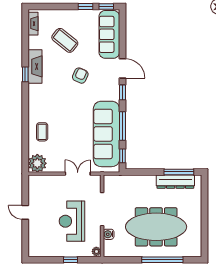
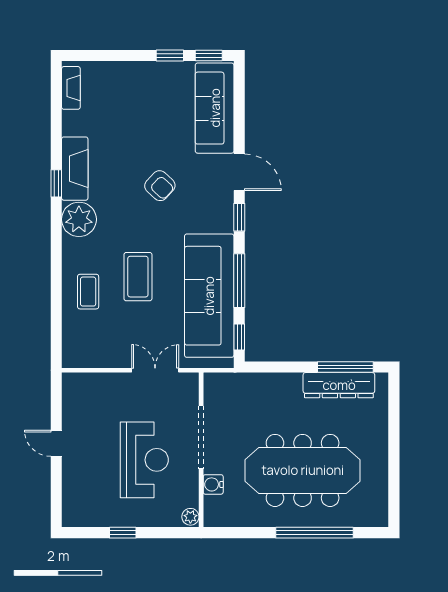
coffee table: (65, 40) -> (138, 277), moved, turned 51
armchair: (80, 76) -> (160, 186), turned 109
plant: (37, 163) -> (79, 219), moved
reception desk: (72, 221) -> (144, 460), turned 180
window: (71, 260) -> (123, 533), moved

